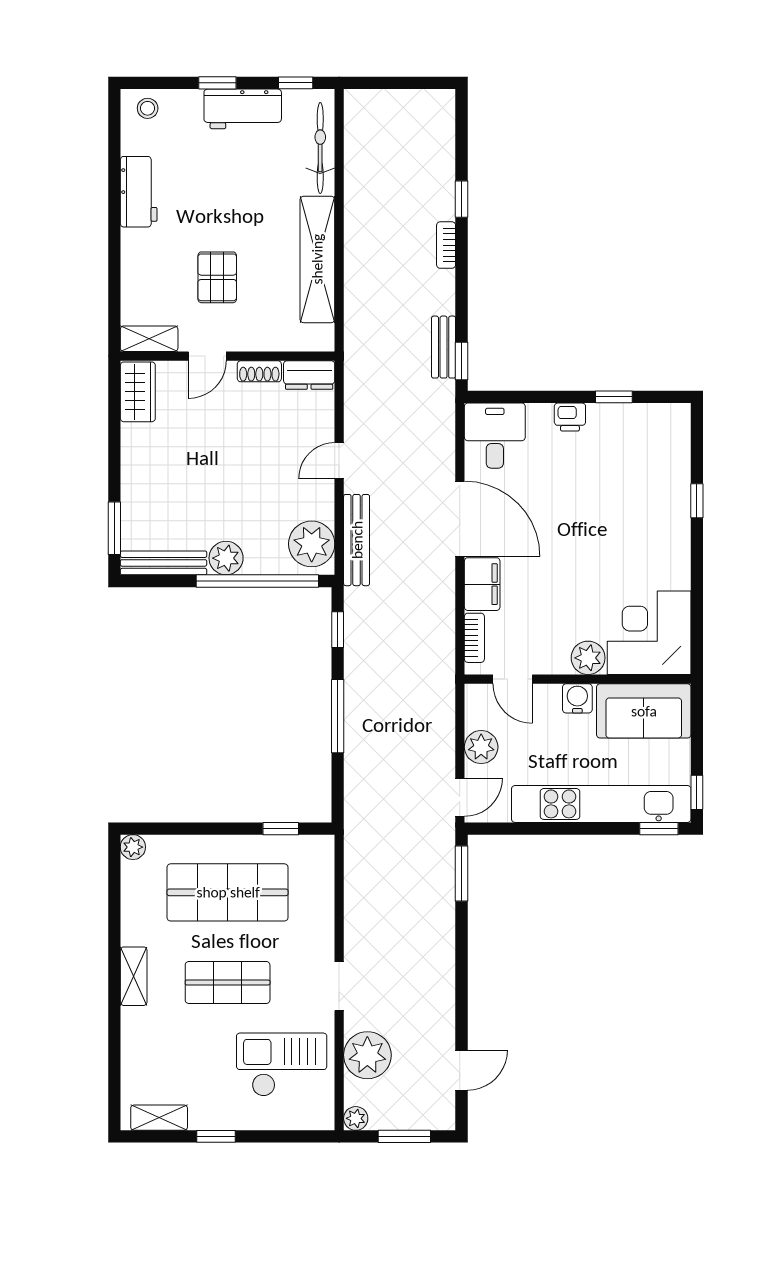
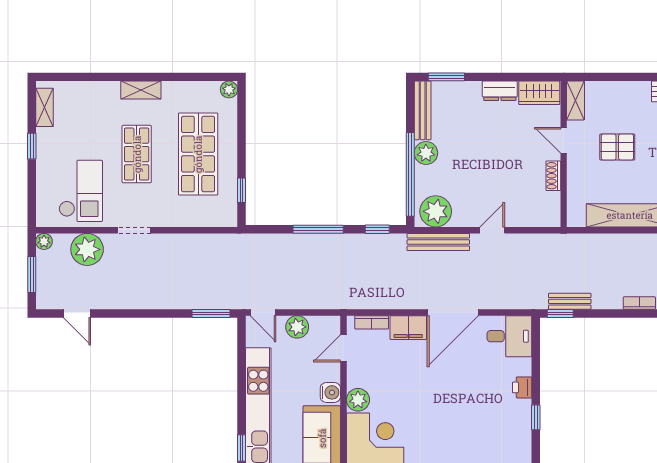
dresser: (309, 375) -> (500, 91), moved, turned -90
door: (339, 461) -> (492, 230), hinge flipped

